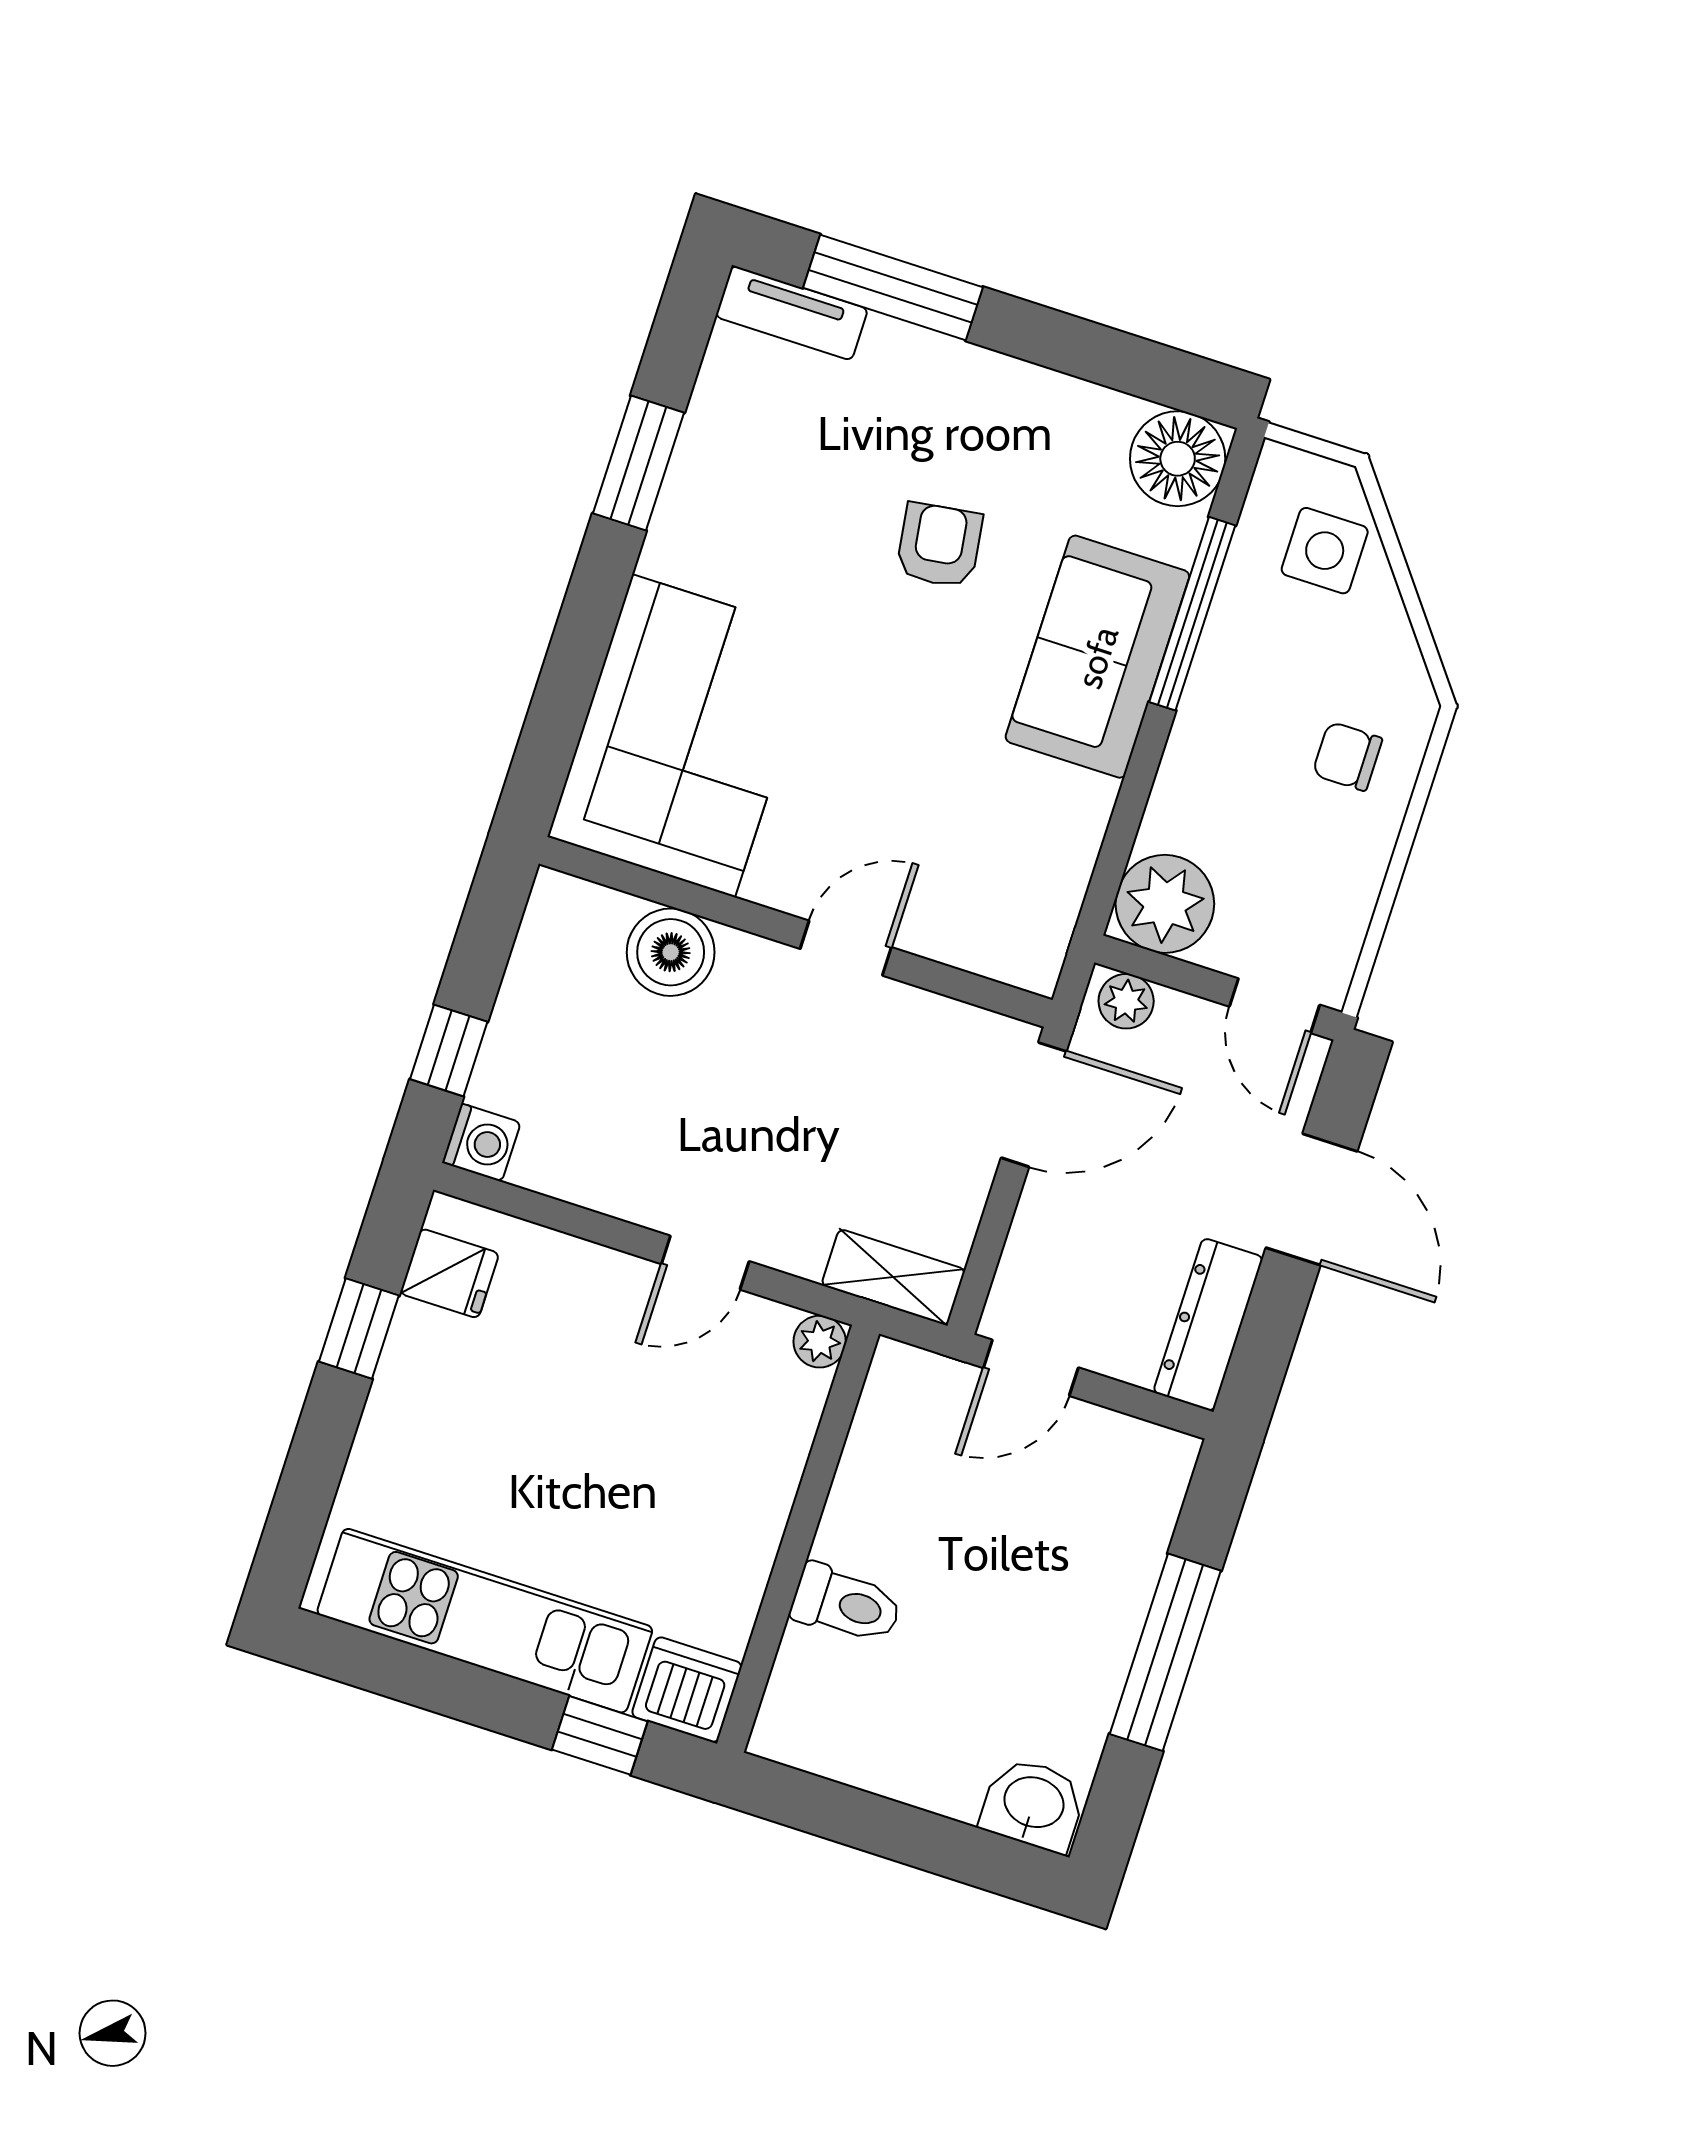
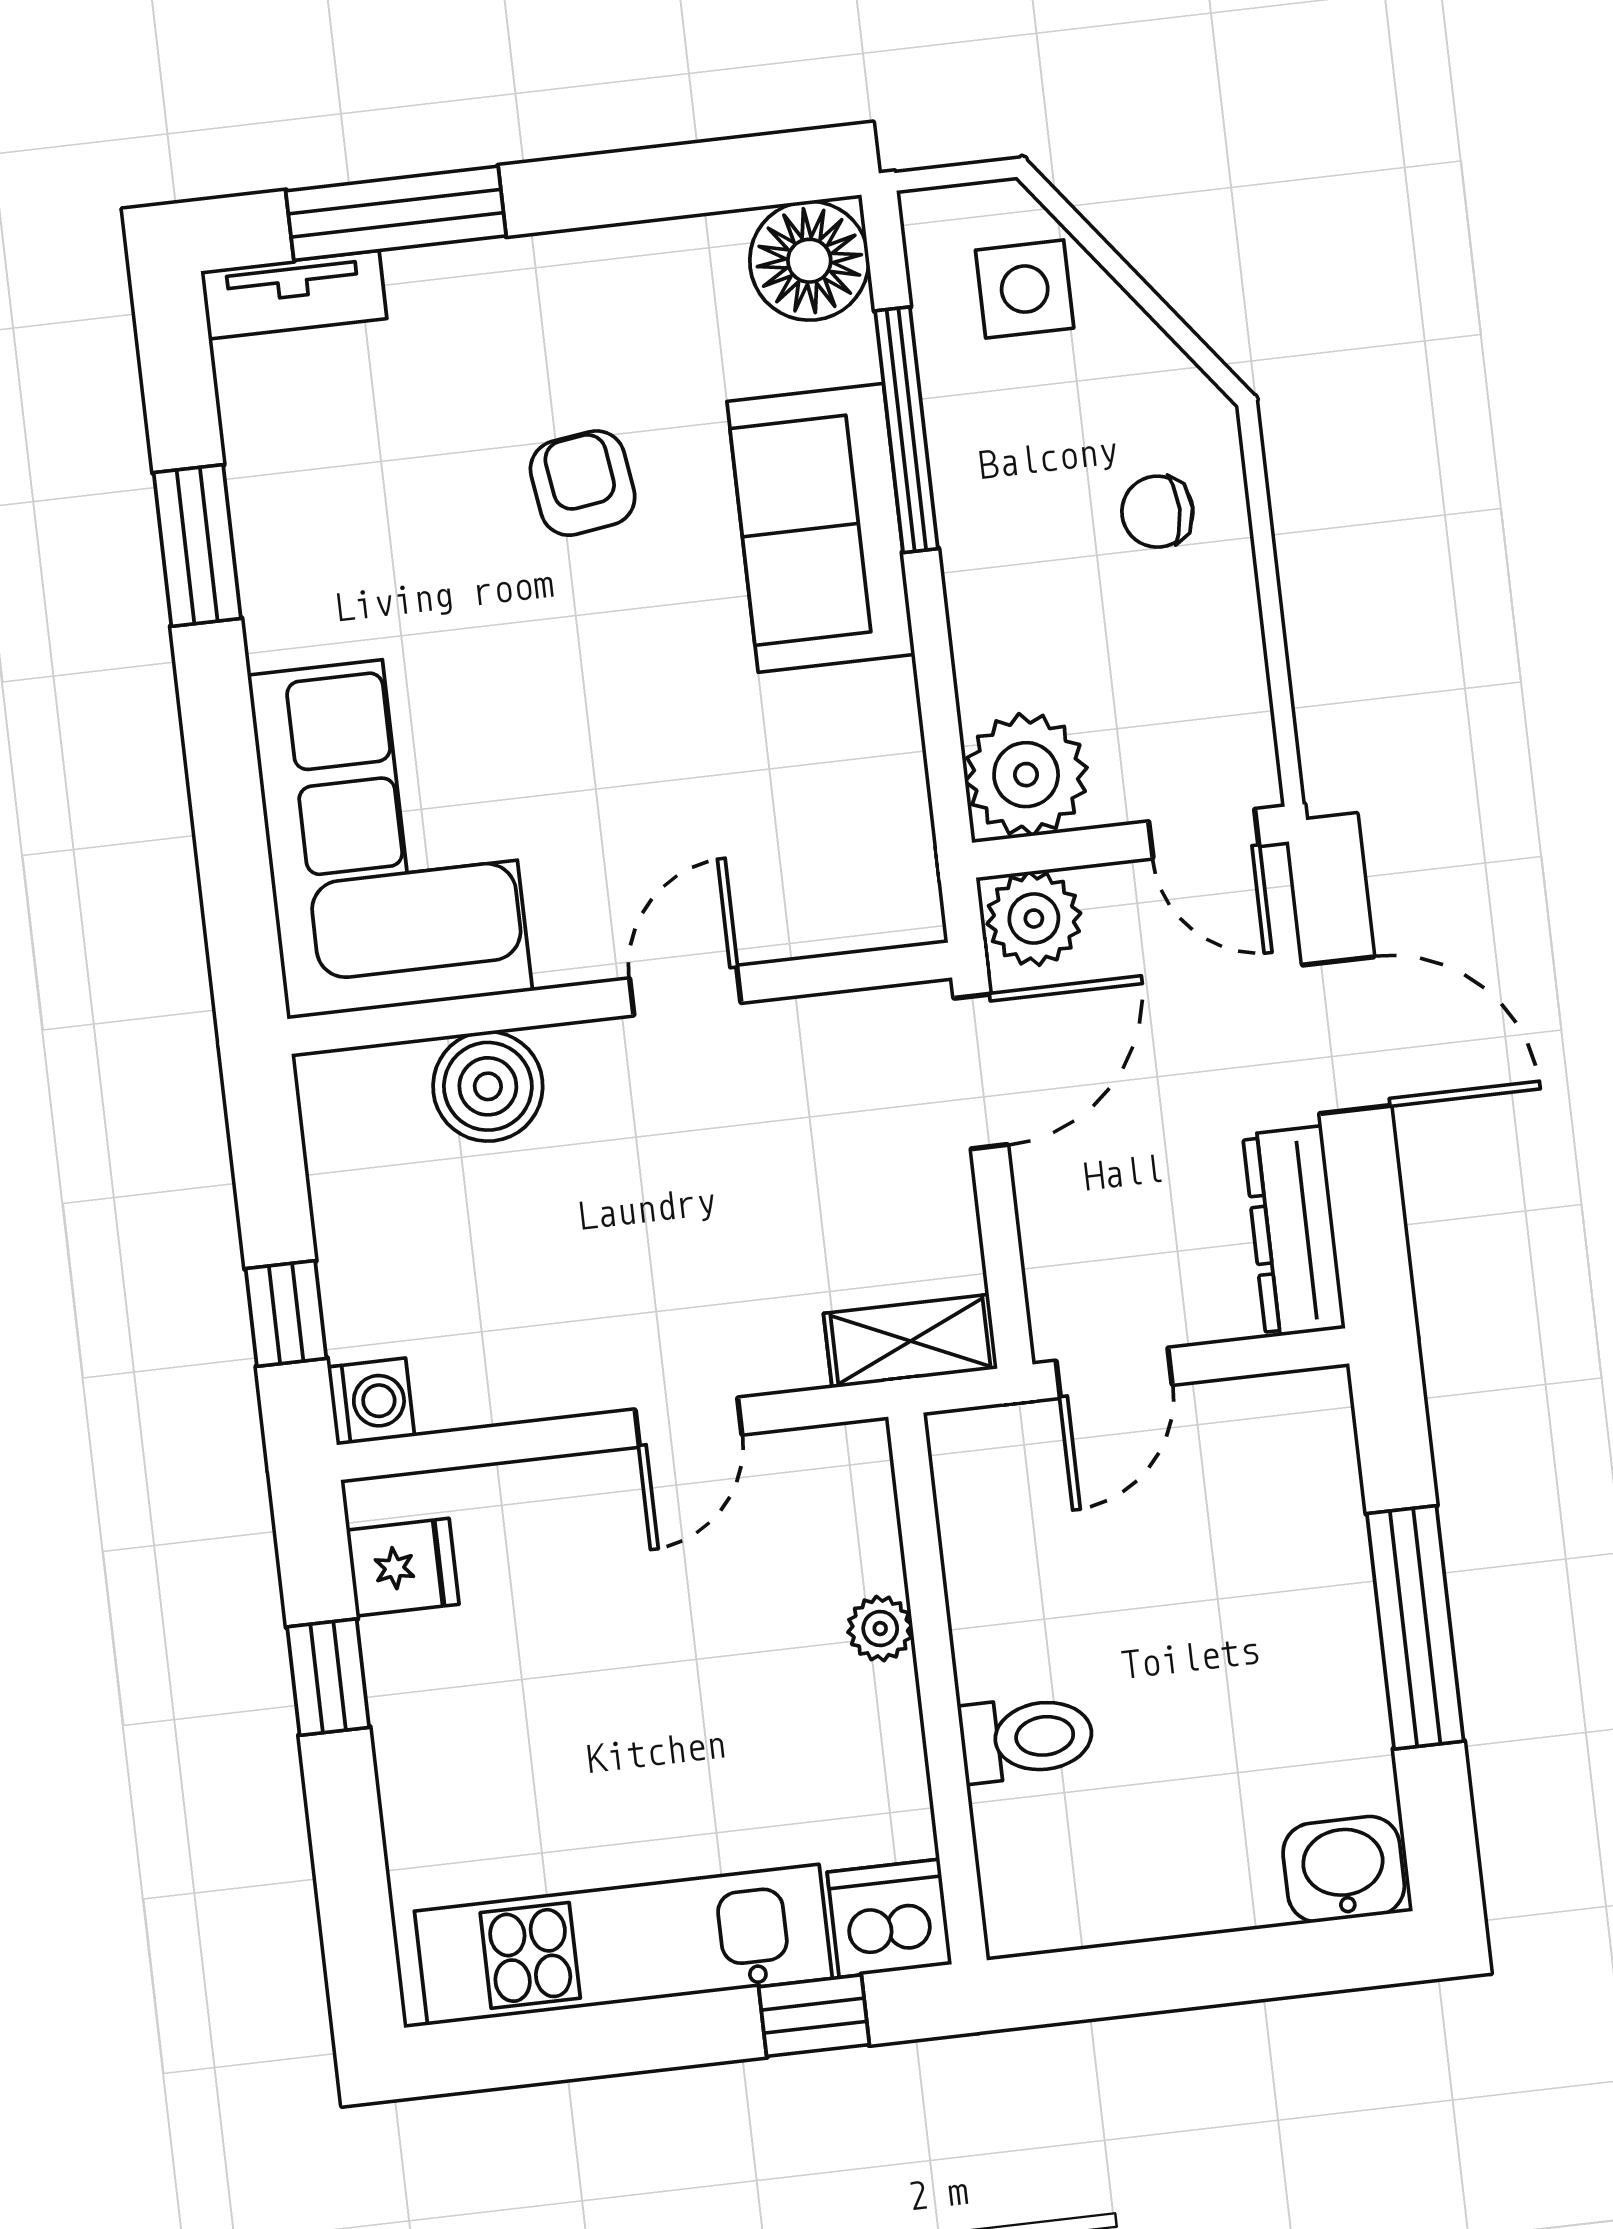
plant: (1126, 1001) -> (1034, 919), width x1.38, depth x1.38
plant: (820, 1342) -> (880, 1629), moved

